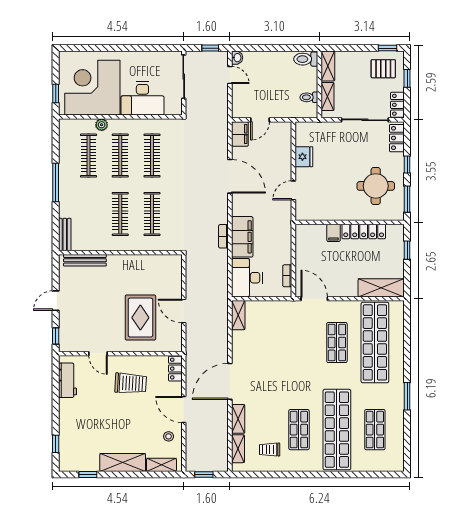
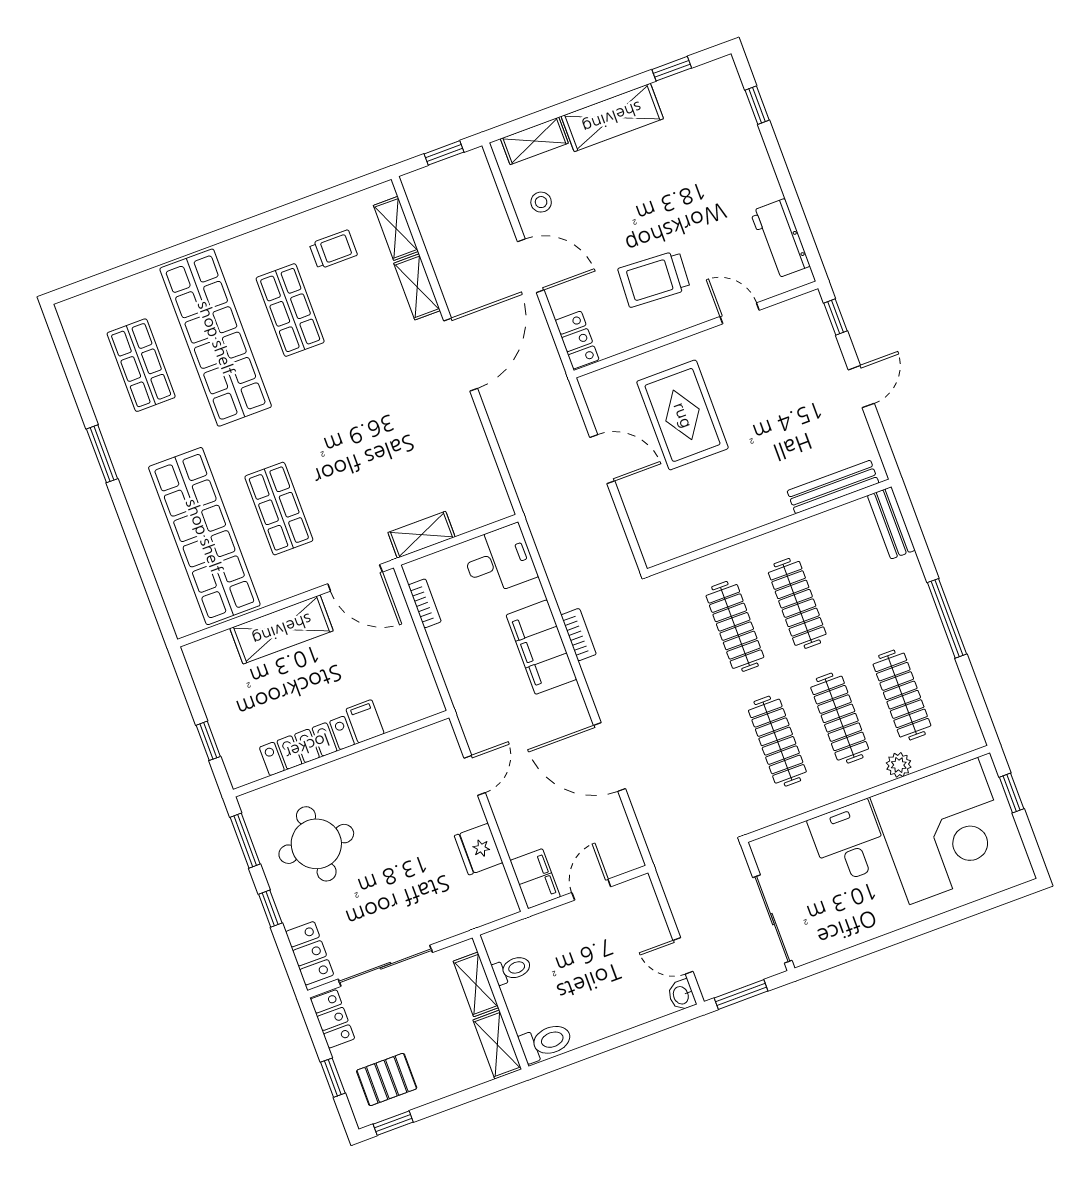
window: (210, 48) -> (741, 994), width x1.50
desk: (142, 98) -> (849, 842), width x0.73
filing cabinet: (240, 134) -> (535, 879), moved, turned 180
desk: (247, 278) -> (499, 560), width x0.73
shelving: (381, 288) -> (282, 629), moved
shelving: (238, 315) -> (421, 535), moved, turned 90

